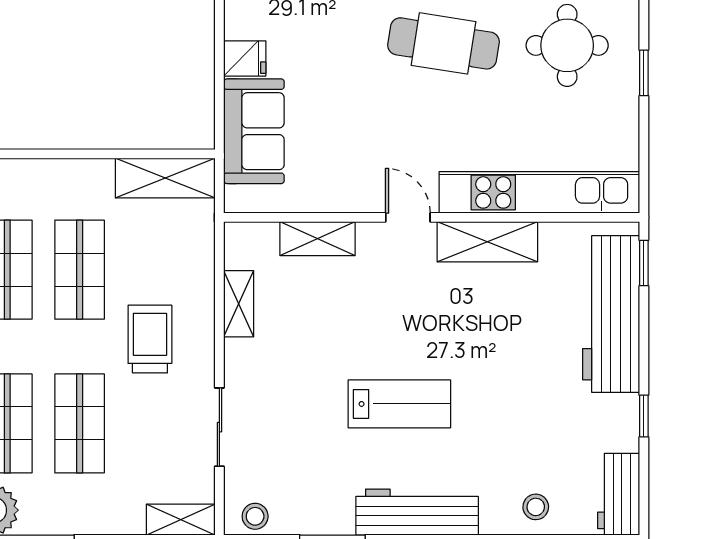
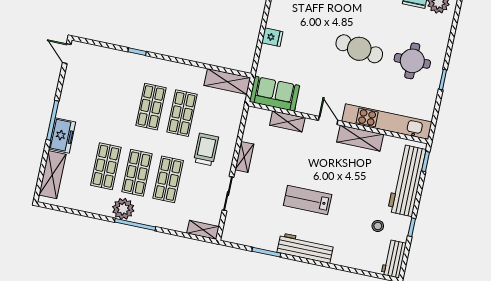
sofa: (254, 131) -> (275, 94), moved, turned -90
shelving: (239, 304) -> (244, 157), moved
lab bench: (399, 404) -> (308, 200), turned 180
stool: (536, 507) -> (378, 226), moved
stool: (255, 516) -> (235, 235), removed

